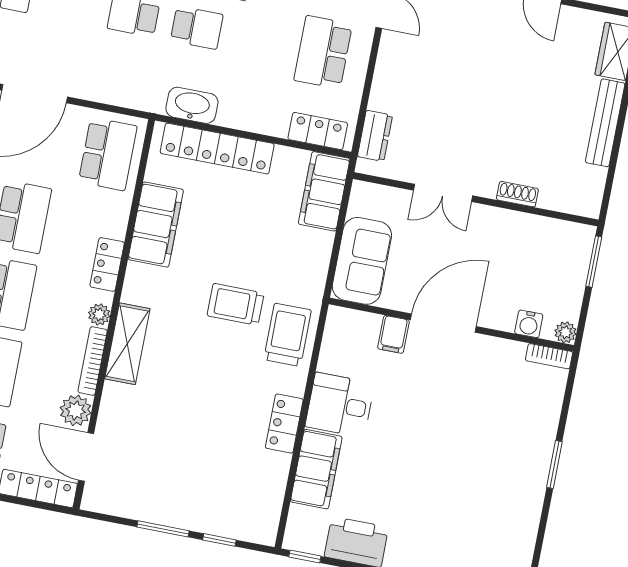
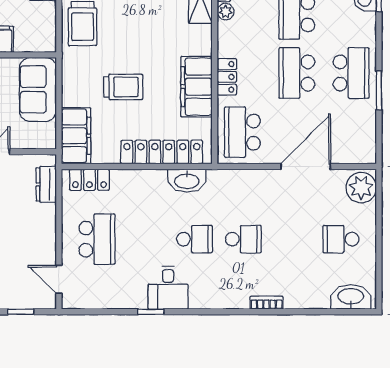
school desk: (197, 28) -> (194, 239), turned 180
locker: (107, 264) -> (227, 77), moved
trolley: (236, 304) -> (123, 87), moved

